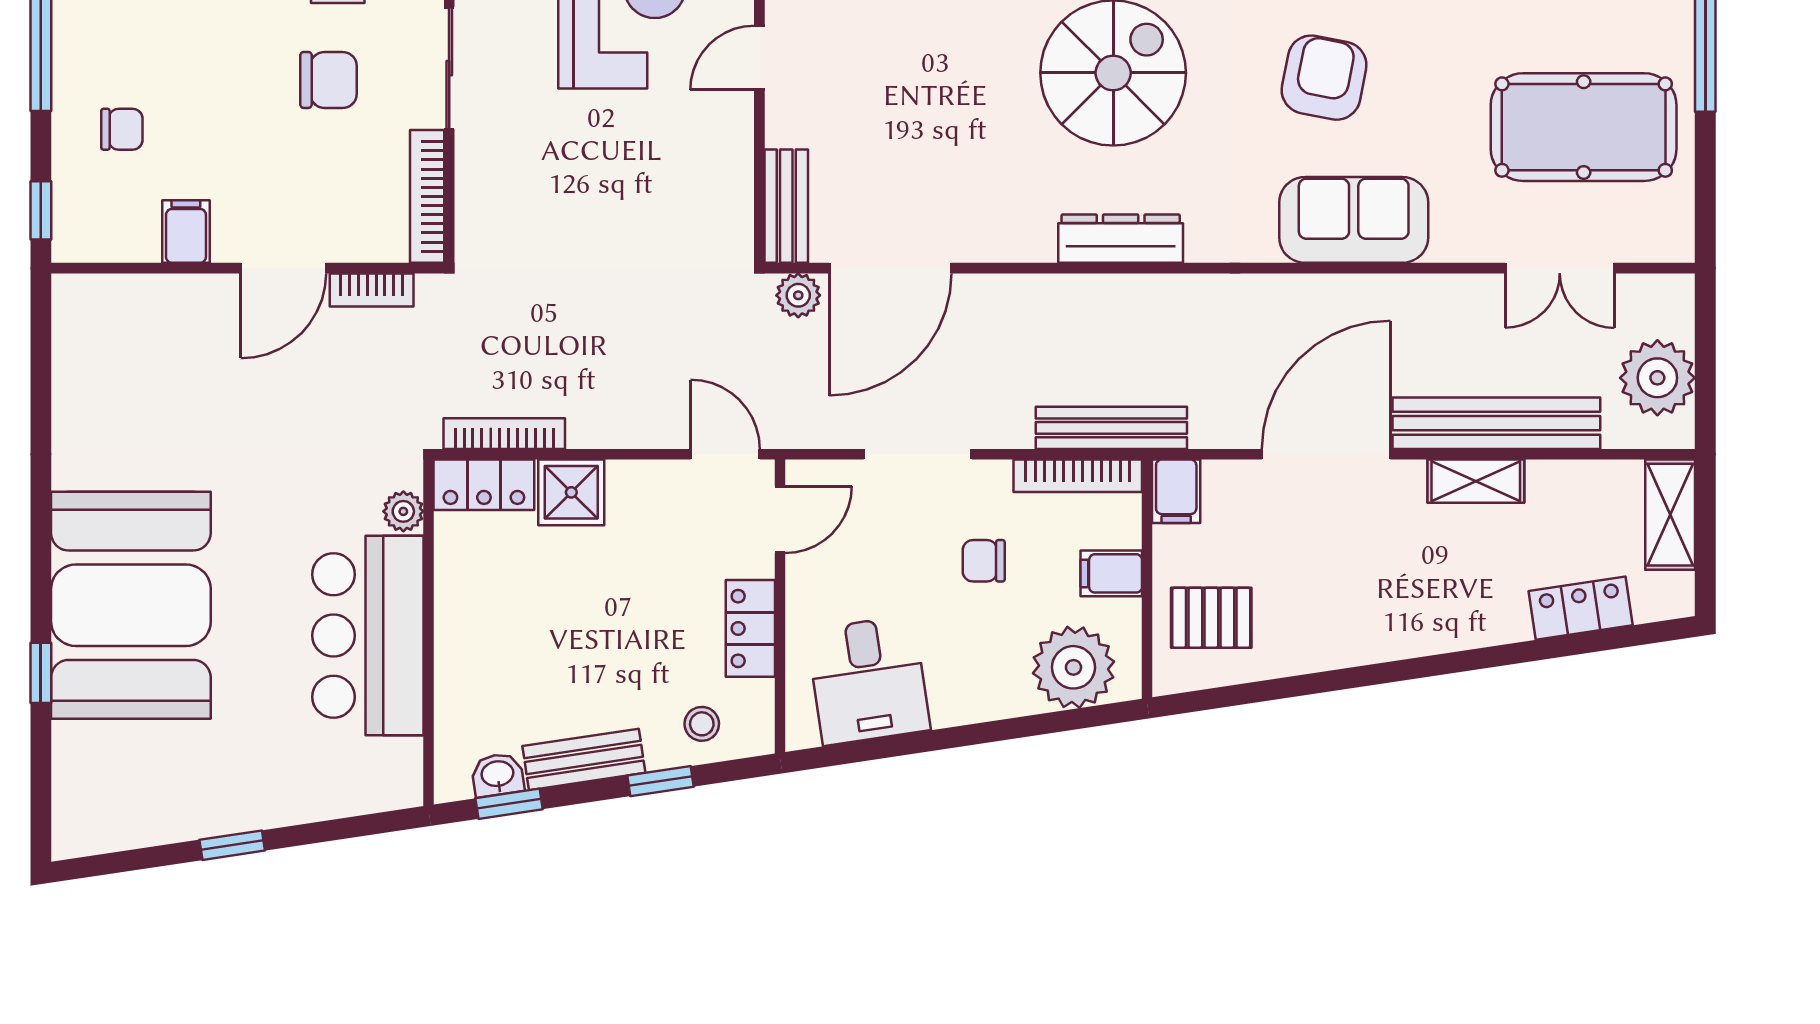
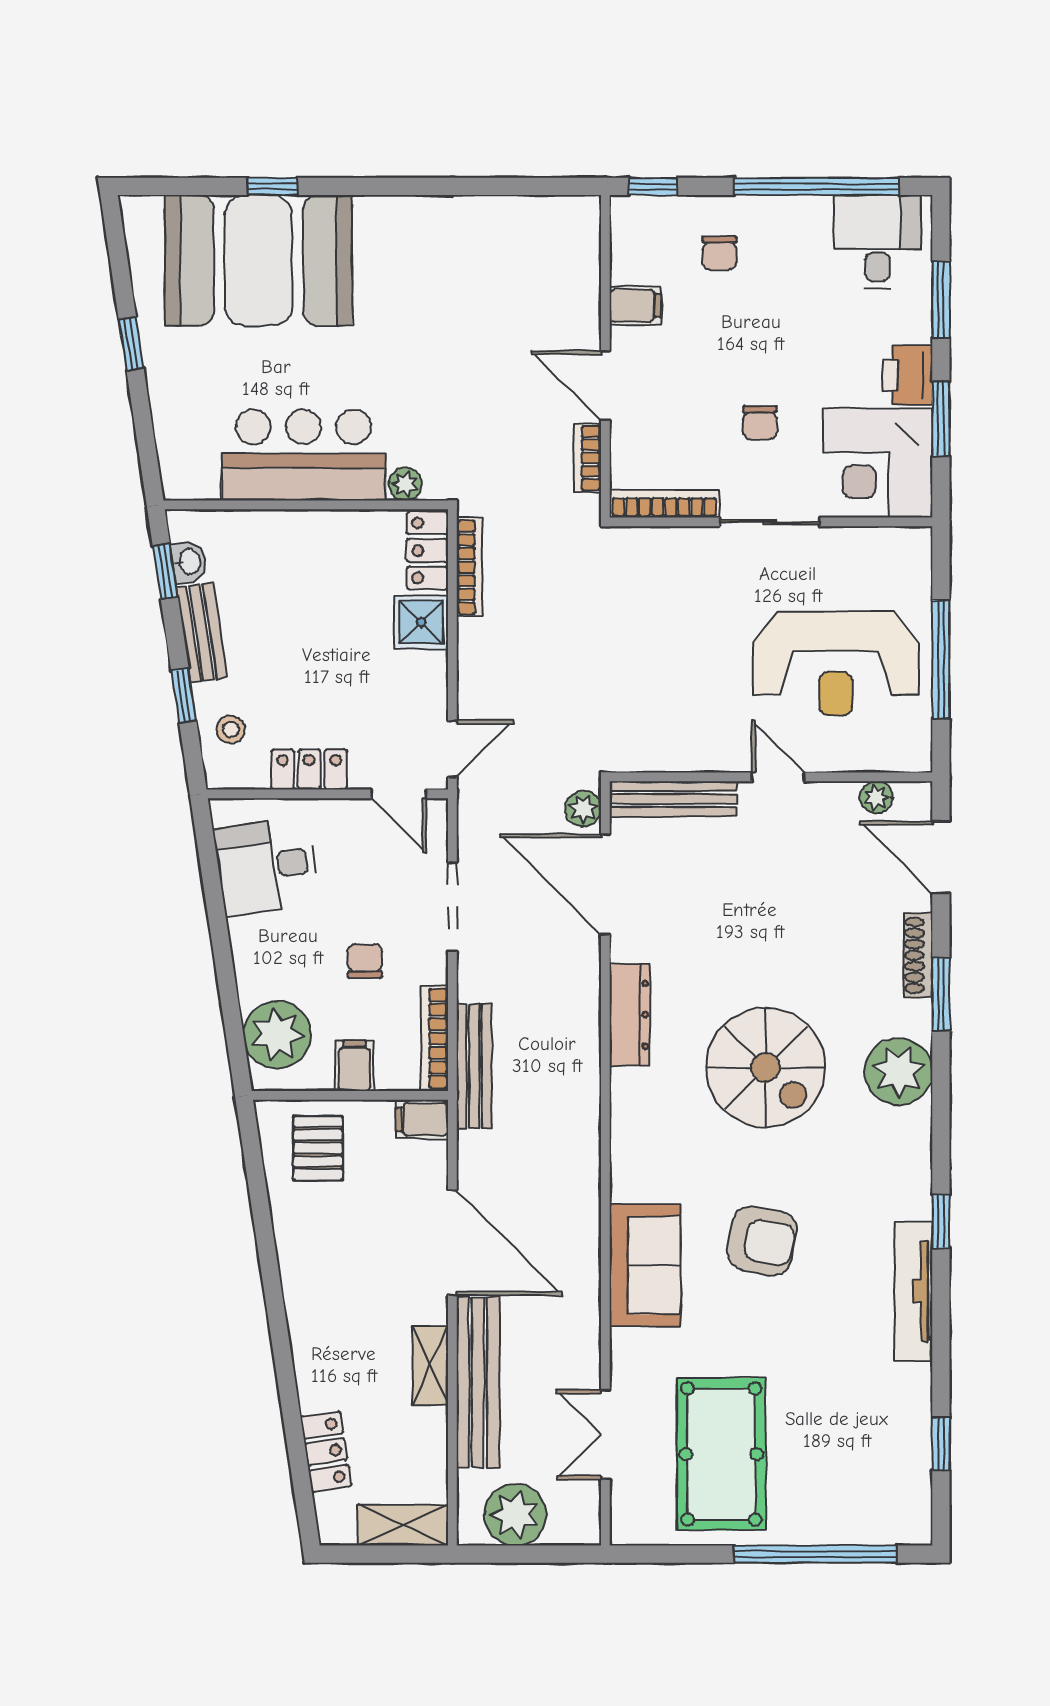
chair: (328, 80) -> (760, 423), width x0.73, depth x0.73
bench: (786, 206) -> (673, 799), width x1.36
dresser: (1121, 239) -> (630, 1015), moved
booth: (131, 605) -> (258, 260), moved

